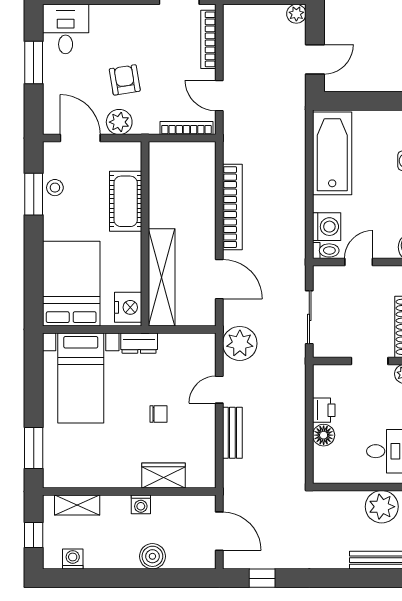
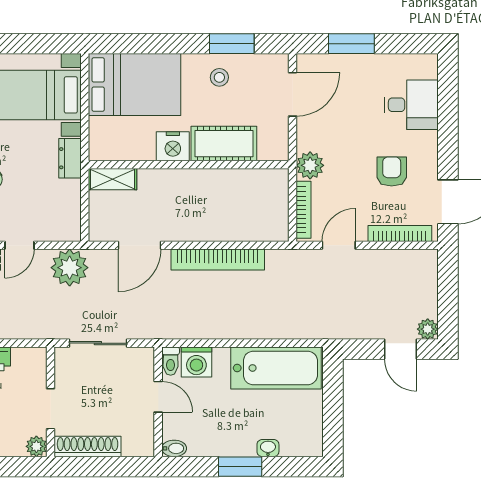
desk: (66, 29) -> (411, 105), moved
door: (315, 59) -> (400, 349), moved
window: (34, 62) -> (351, 44), moved
armchair: (125, 80) -> (392, 171), moved, turned -81
plant: (119, 122) -> (310, 165), moved
stool: (55, 188) -> (219, 77), moved
shelving: (162, 277) -> (113, 179), width x0.45, depth x0.75
nightstand: (128, 307) -> (173, 146), moved
door: (219, 390) -> (19, 245), swing flipped

